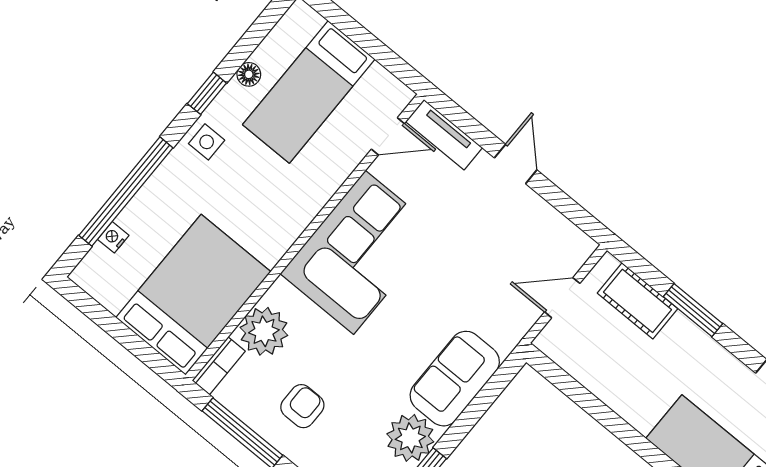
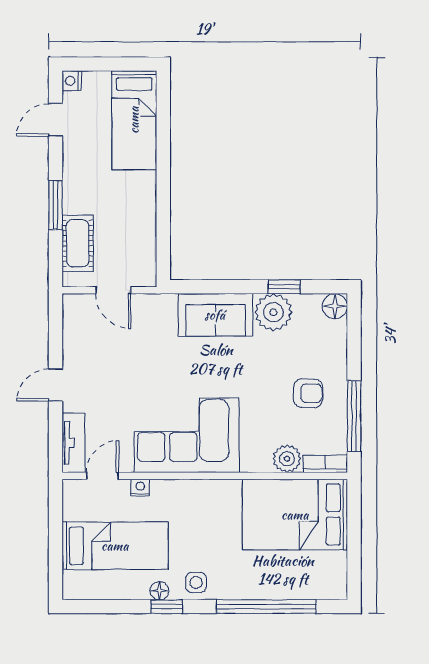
floor lamp: (249, 74) -> (159, 591), moved
door: (388, 136) -> (103, 476), hinge flipped
nightstand: (113, 237) -> (140, 488), moved, turned 180
plant: (264, 331) -> (287, 459), width x0.73, depth x0.73
armchair: (302, 406) -> (308, 393), turned 180

